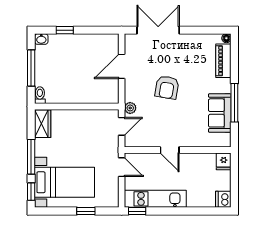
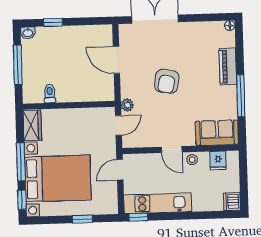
piano: (223, 61) -> (228, 66), moved
door: (122, 66) -> (116, 60), hinge flipped
toilet: (40, 95) -> (50, 94), moved
sofa: (220, 113) -> (217, 133), moved, turned 90
stool: (188, 160) -> (192, 160), added
fridge: (224, 161) -> (218, 160), moved
door: (122, 167) -> (120, 170), swing flipped
bed with nightstands: (64, 182) -> (58, 178), width x1.36

